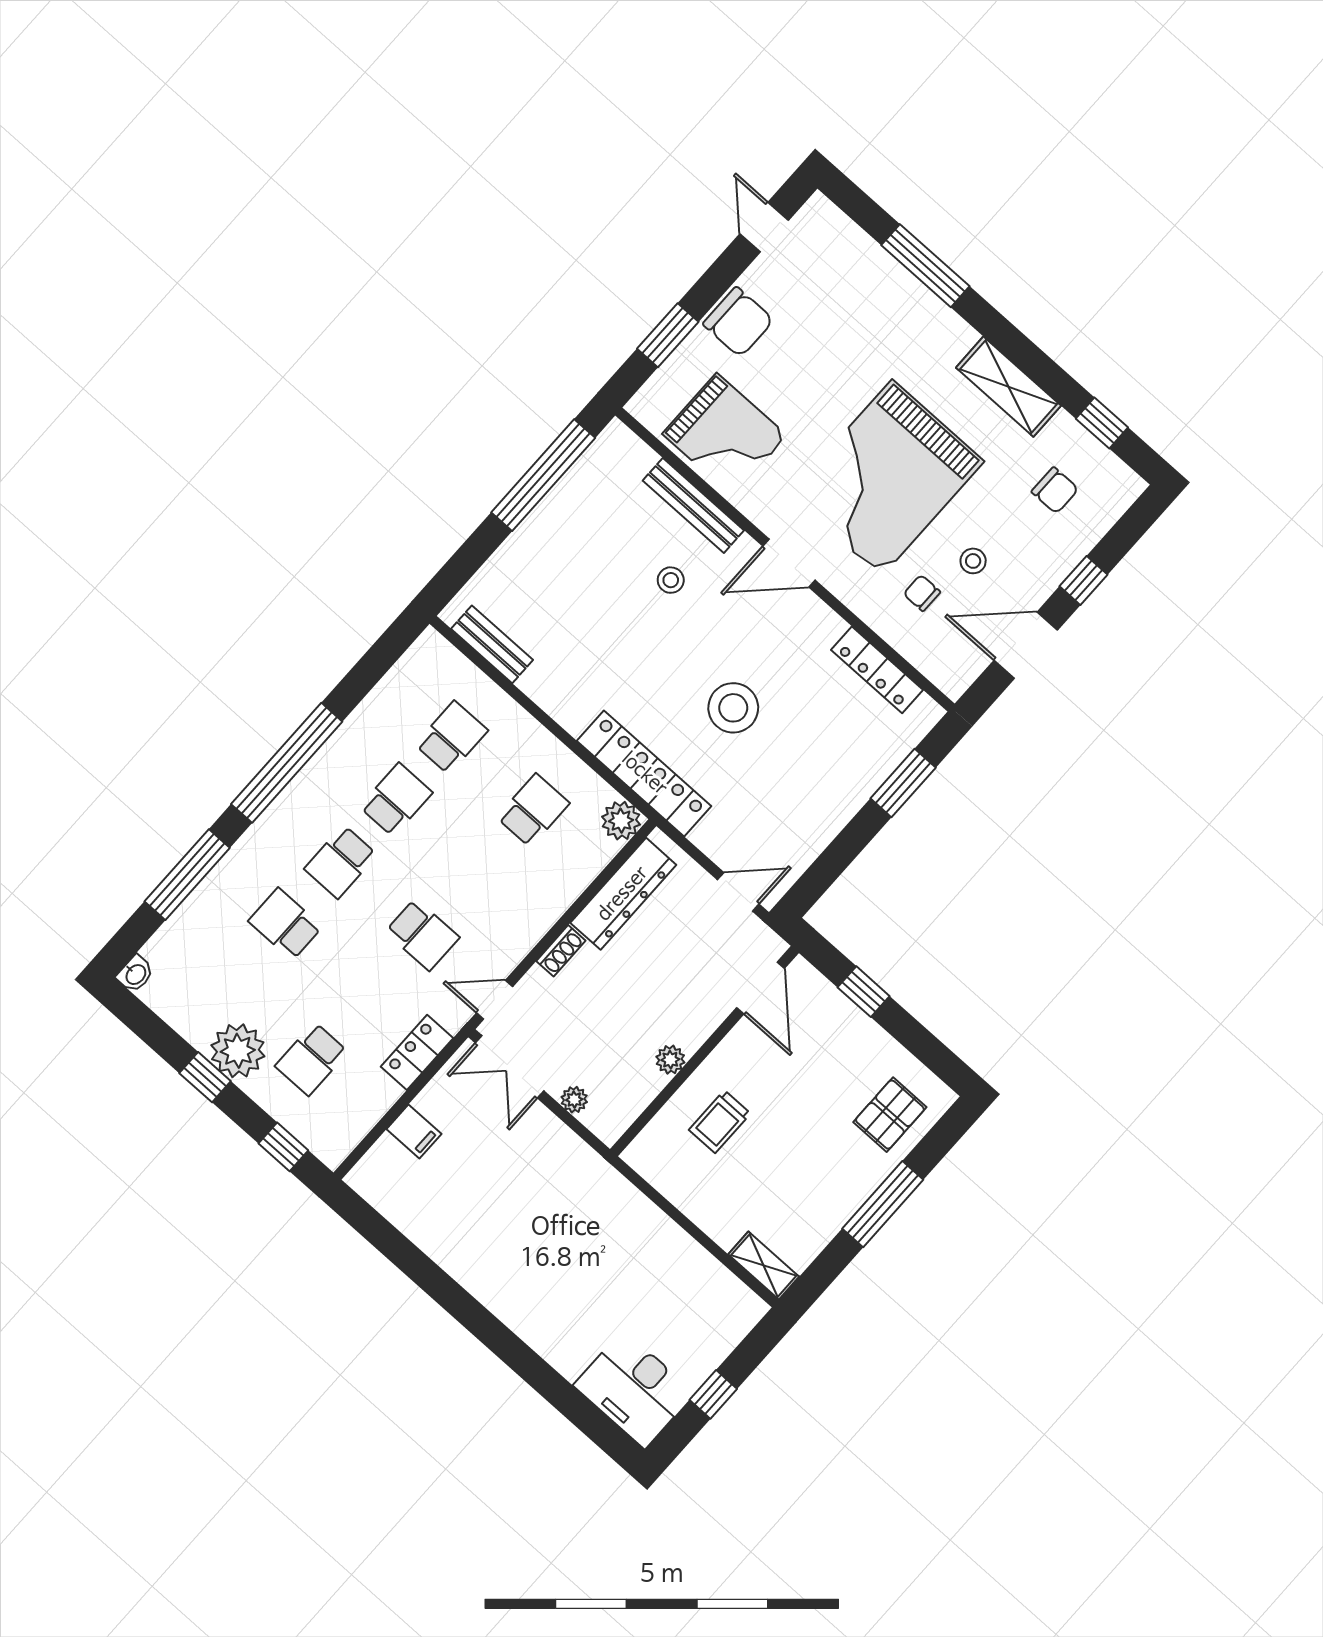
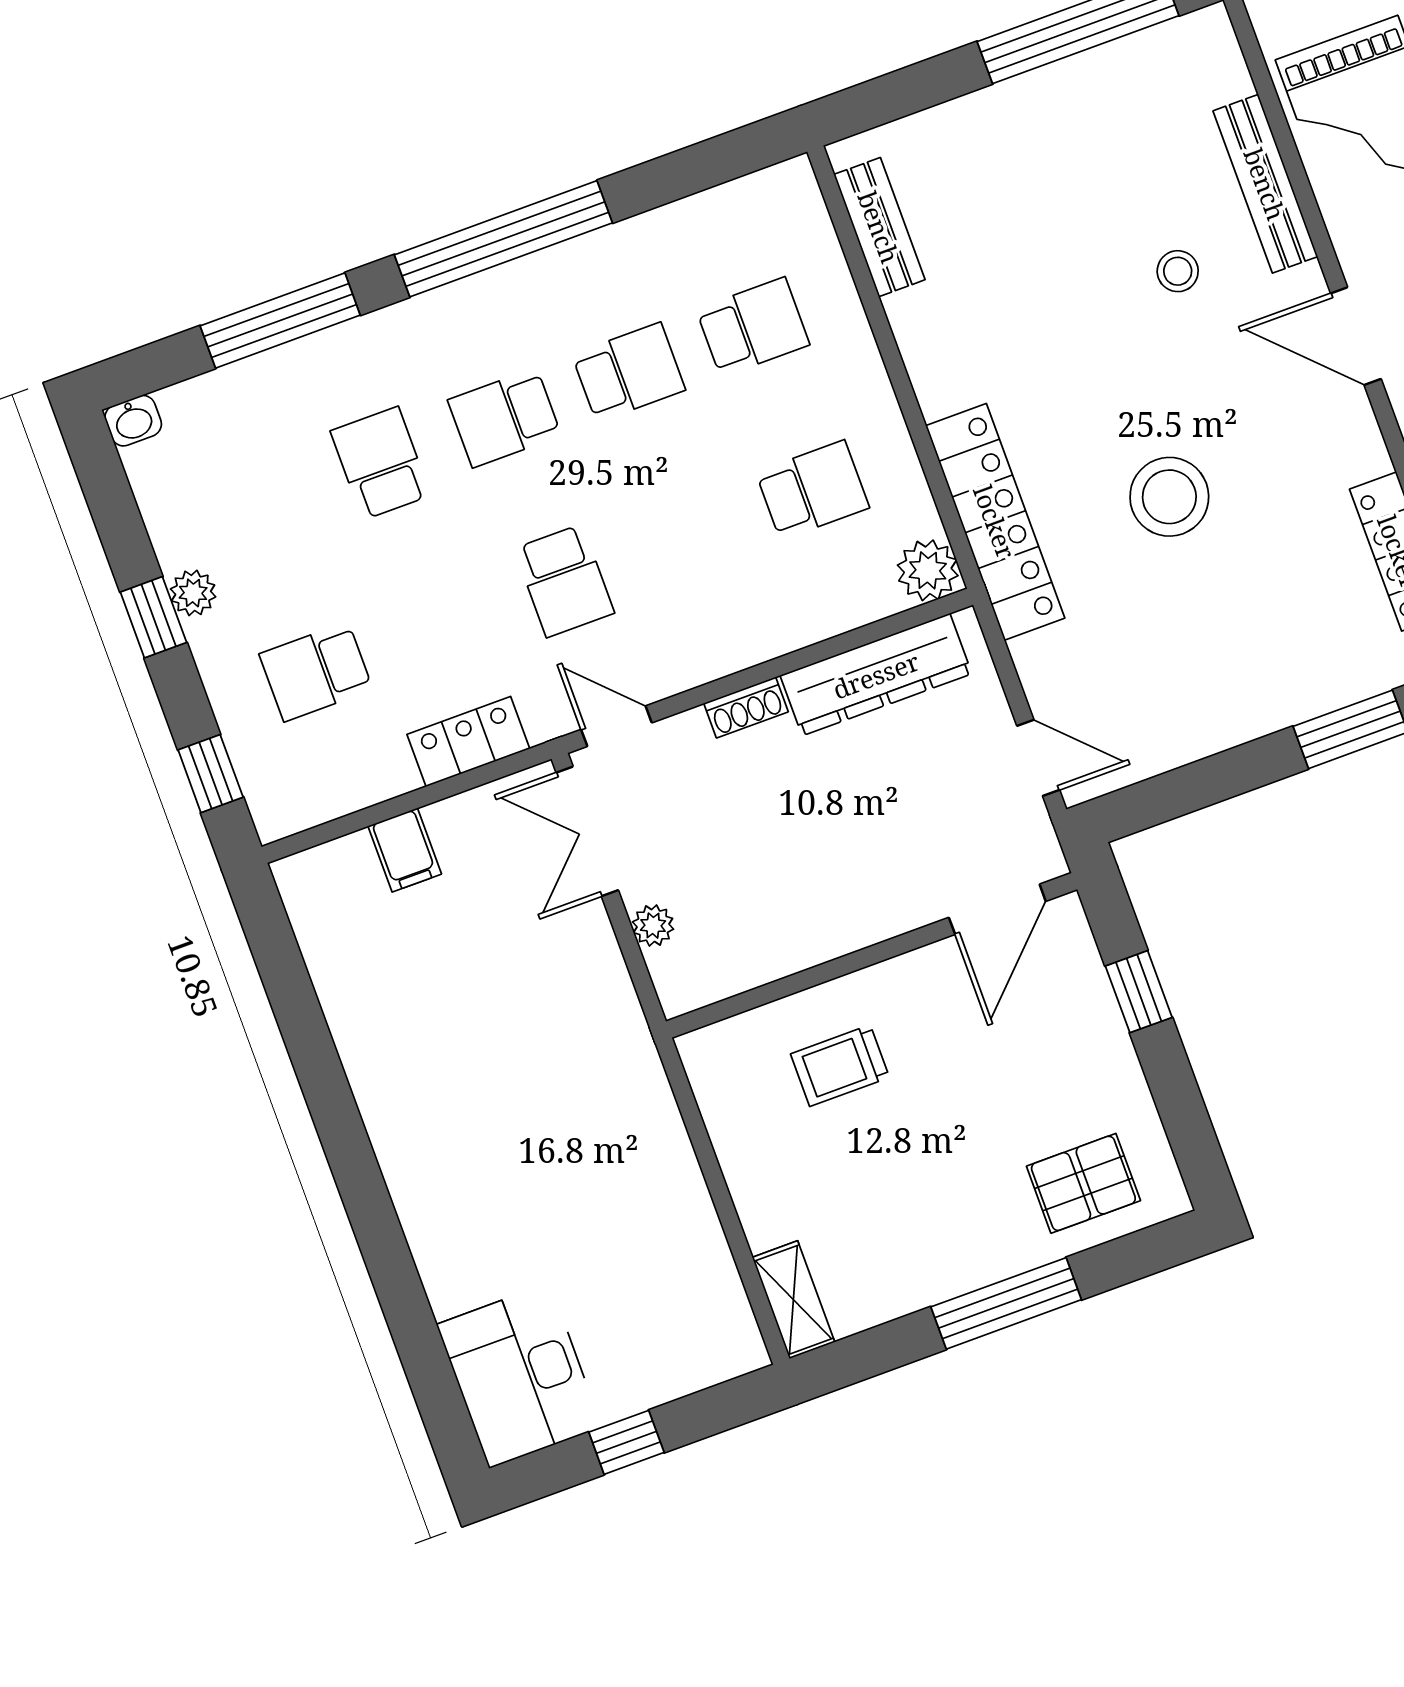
plant: (238, 1051) -> (193, 593), width x0.53, depth x0.53
plant: (670, 1060) -> (817, 942), removed

